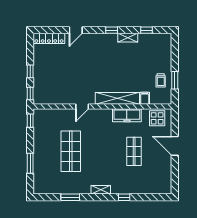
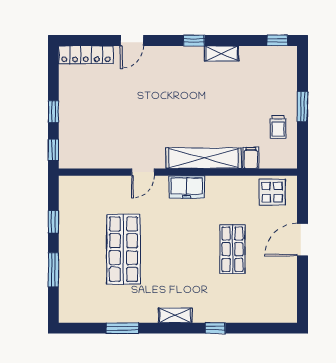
window: (147, 30) -> (277, 41), moved
window: (175, 80) -> (302, 107), moved
freezer: (127, 115) -> (187, 187), moved, width x0.71
window: (30, 121) -> (53, 222), moved
door: (175, 146) -> (302, 240), hinge flipped

